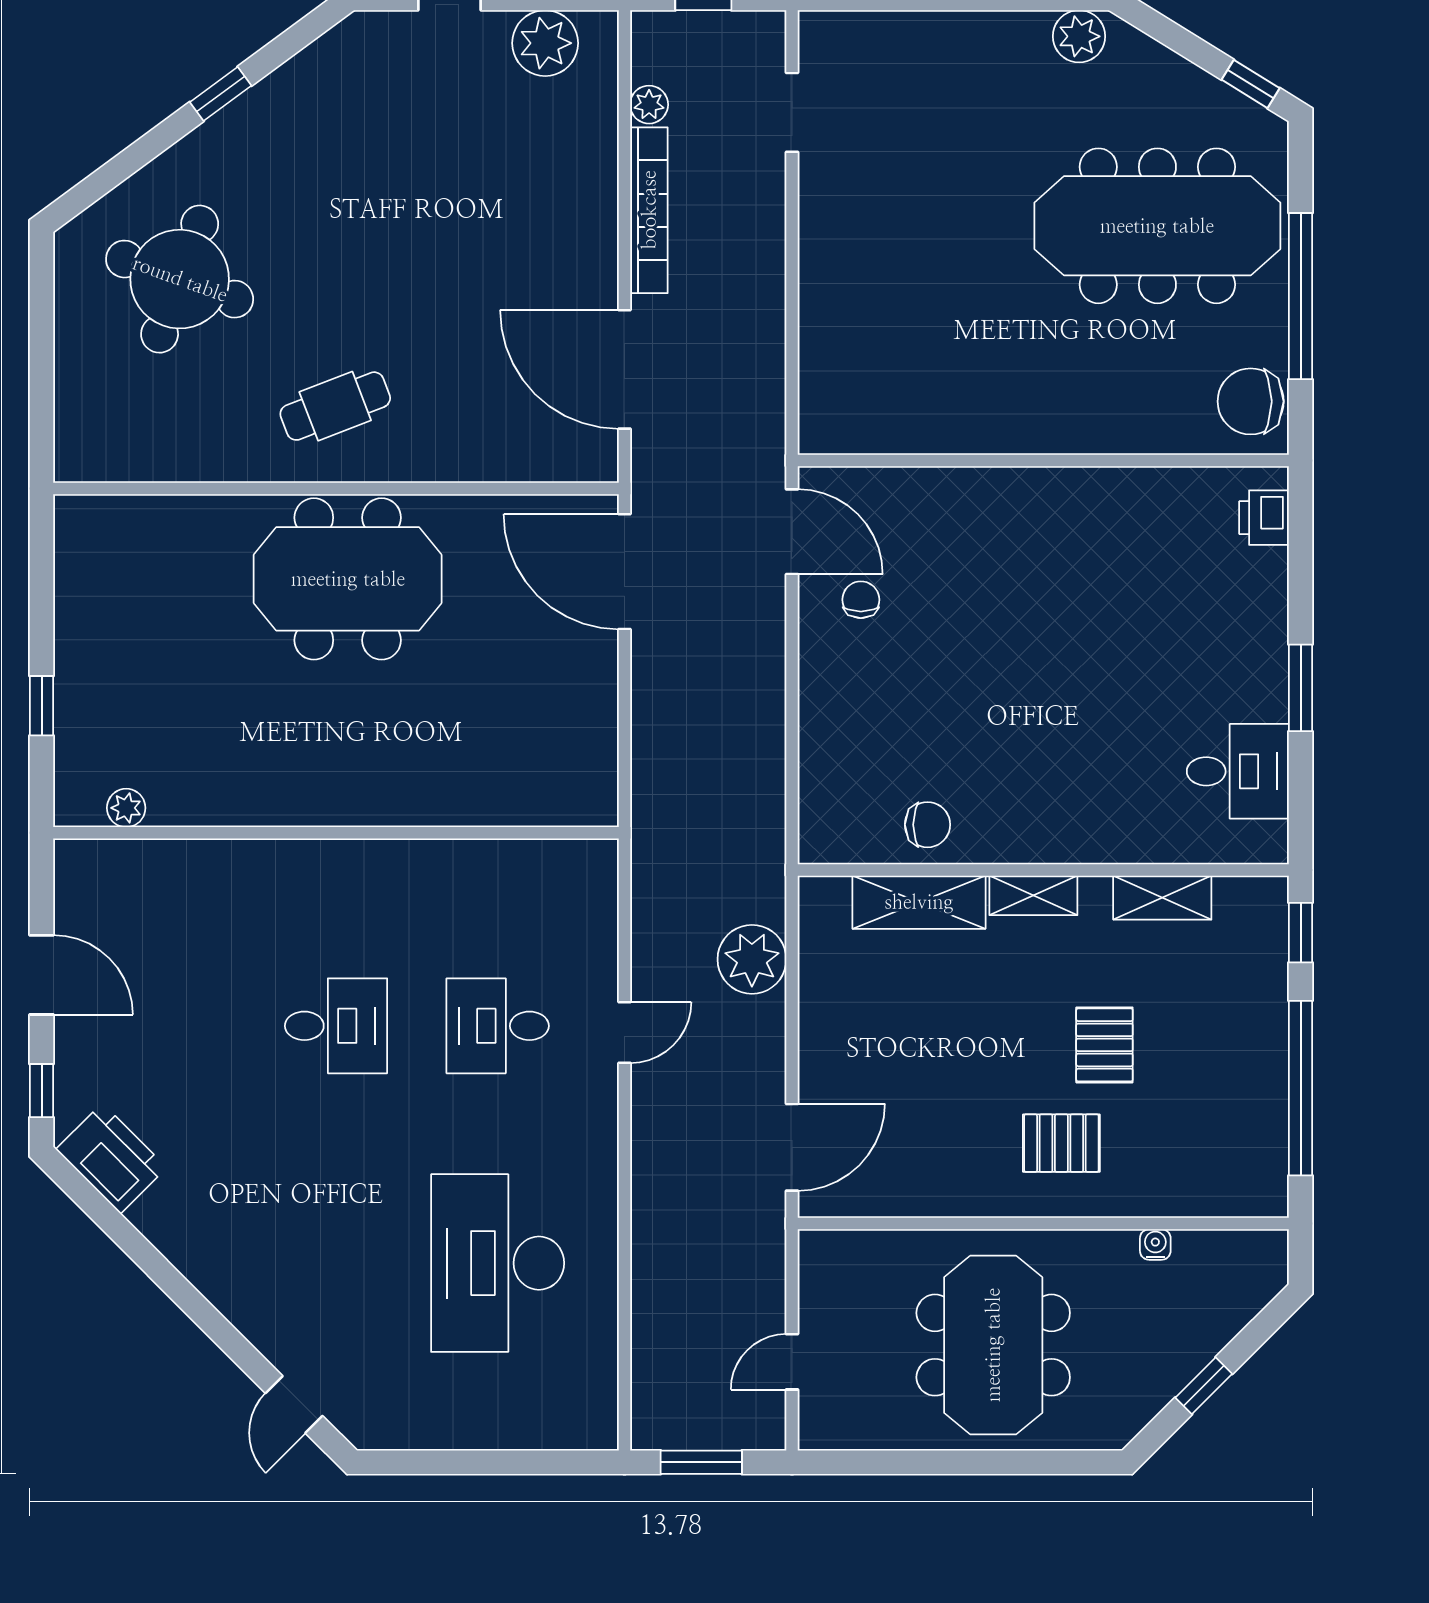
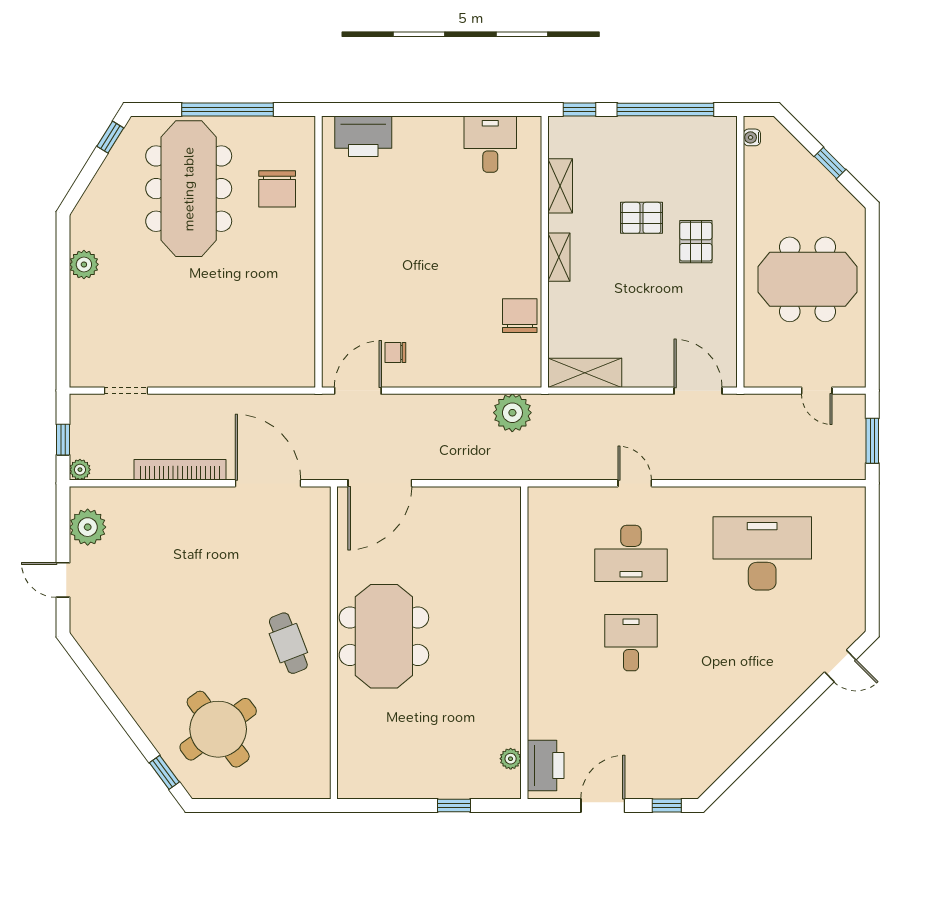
plant: (1079, 36) -> (84, 264), moved
window: (221, 94) -> (164, 772), moved
plant: (649, 105) -> (80, 470), moved
round table: (180, 279) -> (218, 729), turned 34
door: (624, 369) -> (268, 483), swing flipped
chair: (1251, 401) -> (277, 189), moved
printer: (1264, 518) -> (363, 136), width x1.87, depth x1.48
window: (1301, 688) -> (444, 109), removed
chair: (928, 825) -> (520, 316), width x1.37, depth x1.37
shelving: (919, 902) -> (585, 373), moved, turned 90
plant: (752, 959) -> (512, 413), moved
desk: (498, 1026) -> (631, 553), width x1.37
printer: (111, 1158) -> (546, 766), moved, turned 135
water cooler: (1155, 1244) -> (752, 137), moved
desk: (498, 1263) -> (762, 553), turned 180

